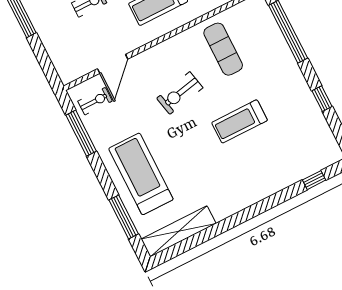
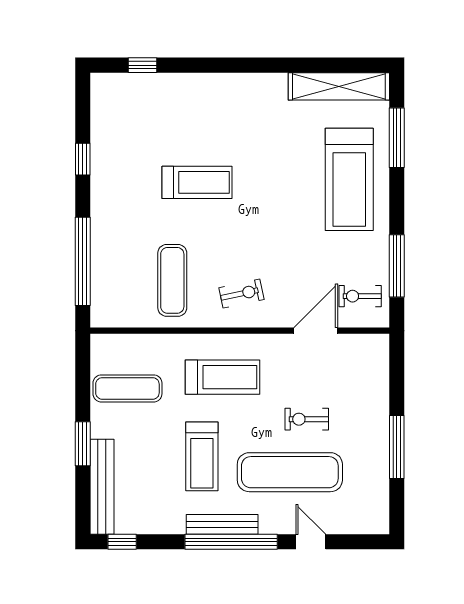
exercise bike: (180, 93) -> (241, 294), moved, width x0.73, depth x0.72

